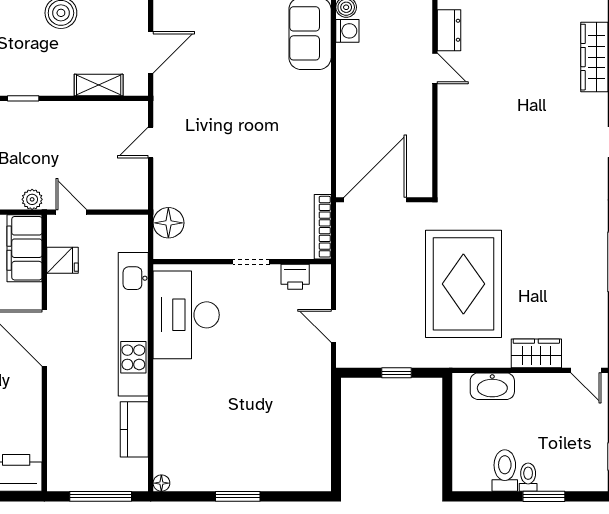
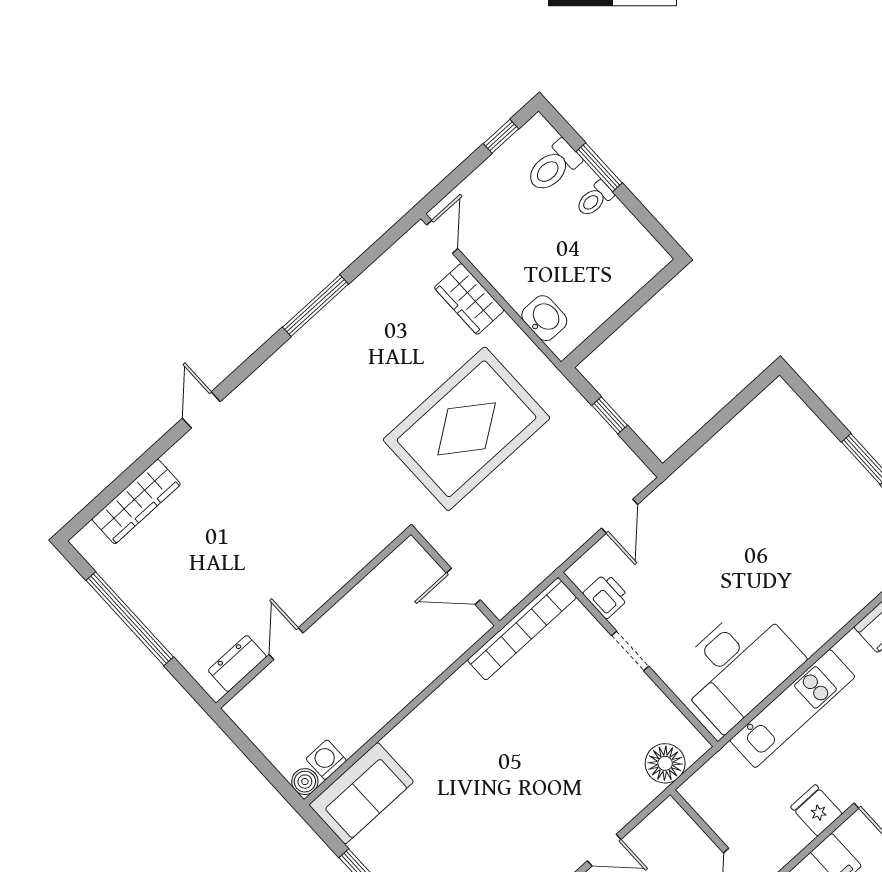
door: (375, 200) -> (463, 586), width x0.53
bookcase: (323, 227) -> (522, 629), width x1.48, depth x1.31
fridge: (63, 260) -> (816, 810), moved
kitchen unit: (133, 324) -> (792, 709), width x0.73
washbasin: (492, 386) -> (544, 318), width x0.72
toilet: (505, 471) -> (553, 166), moved

